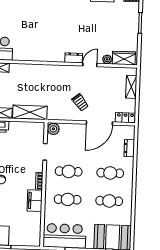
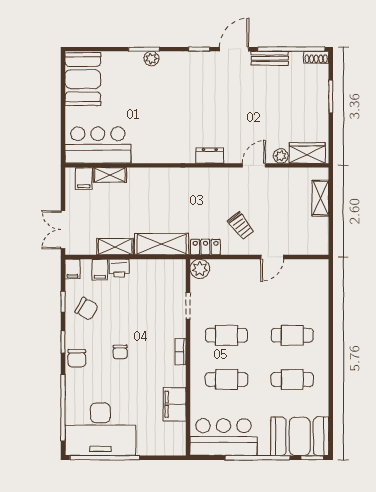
dresser: (74, 58) -> (210, 156), moved
locker: (125, 118) -> (206, 247), moved
door: (99, 123) -> (272, 257), width x0.53
dresser: (129, 148) -> (321, 295), removed
filing cabinet: (35, 201) -> (175, 404), moved

